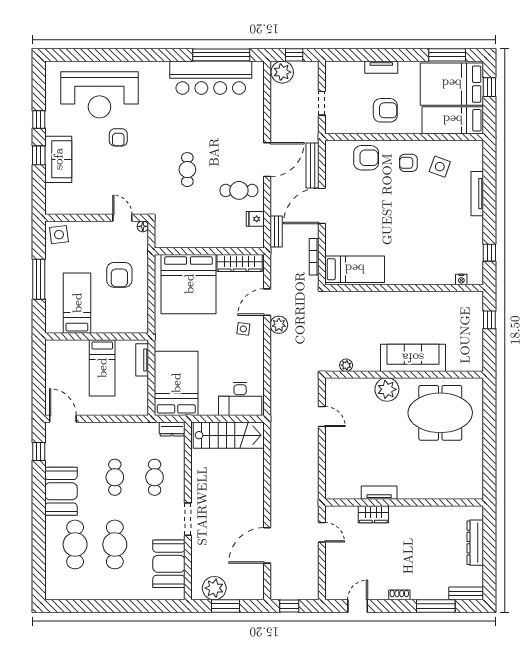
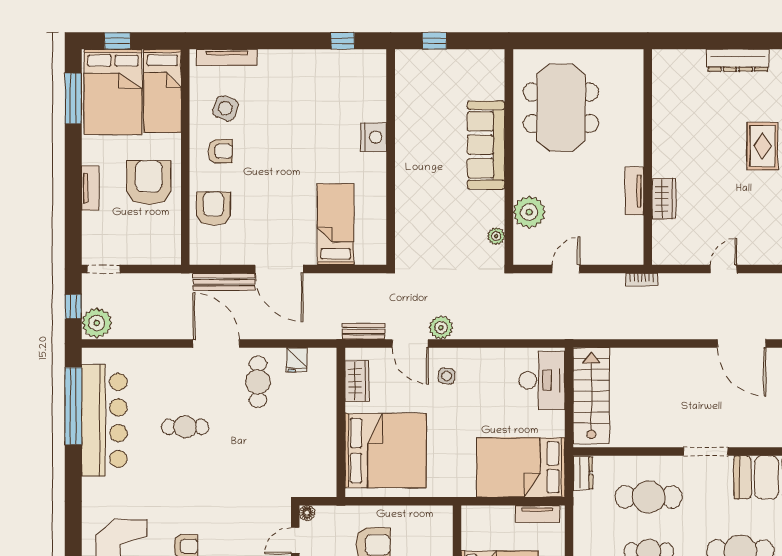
doorway: (322, 103) -> (104, 269), moved
armchair: (385, 110) -> (149, 183), width x1.36, depth x1.36
armchair: (408, 163) -> (220, 151), turned -90
cafe table: (187, 170) -> (185, 427), moved
tv unit: (477, 194) -> (227, 57), moved
bench: (276, 232) -> (364, 331), moved
bookcase: (314, 257) -> (642, 280), moved, width x0.64
wardrobe: (240, 263) -> (357, 381), width x0.67
bed: (355, 269) -> (336, 224), moved
nightstand: (461, 279) -> (374, 137), moved, width x1.89, depth x1.79
tv unit: (142, 360) -> (537, 514), moved
plant: (387, 389) -> (529, 212), moved
cafe table: (155, 477) -> (649, 497), width x1.37, depth x1.35
tv unit: (379, 493) -> (634, 191), moved
wall: (404, 502) -> (648, 157), moved
wardrobe: (373, 514) -> (664, 199), moved
rug: (412, 561) -> (762, 146), added

